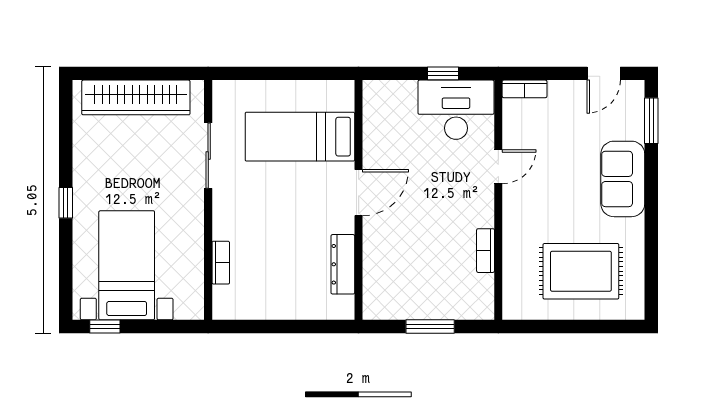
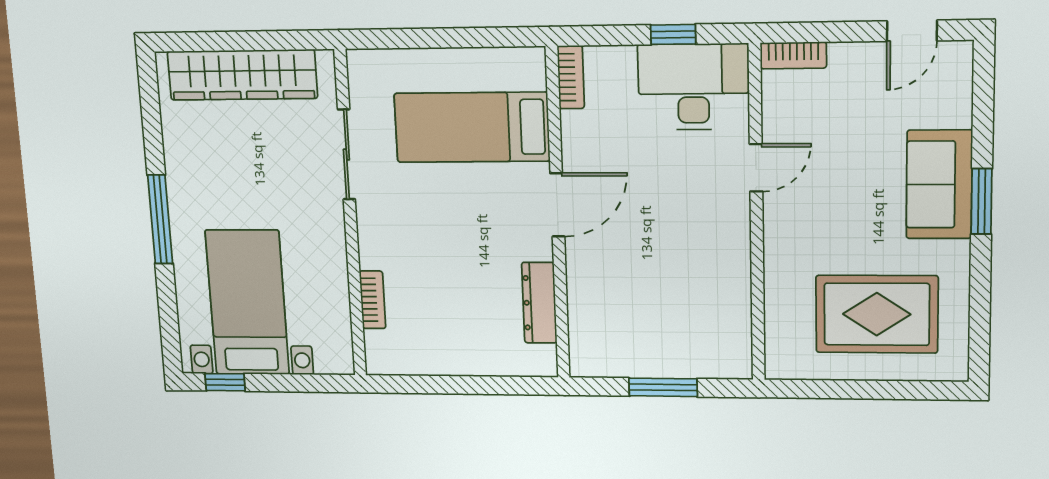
window: (651, 121) -> (982, 201), moved
window: (66, 203) -> (160, 219), width x2.17
bookcase: (486, 251) -> (571, 77), moved, turned 180

